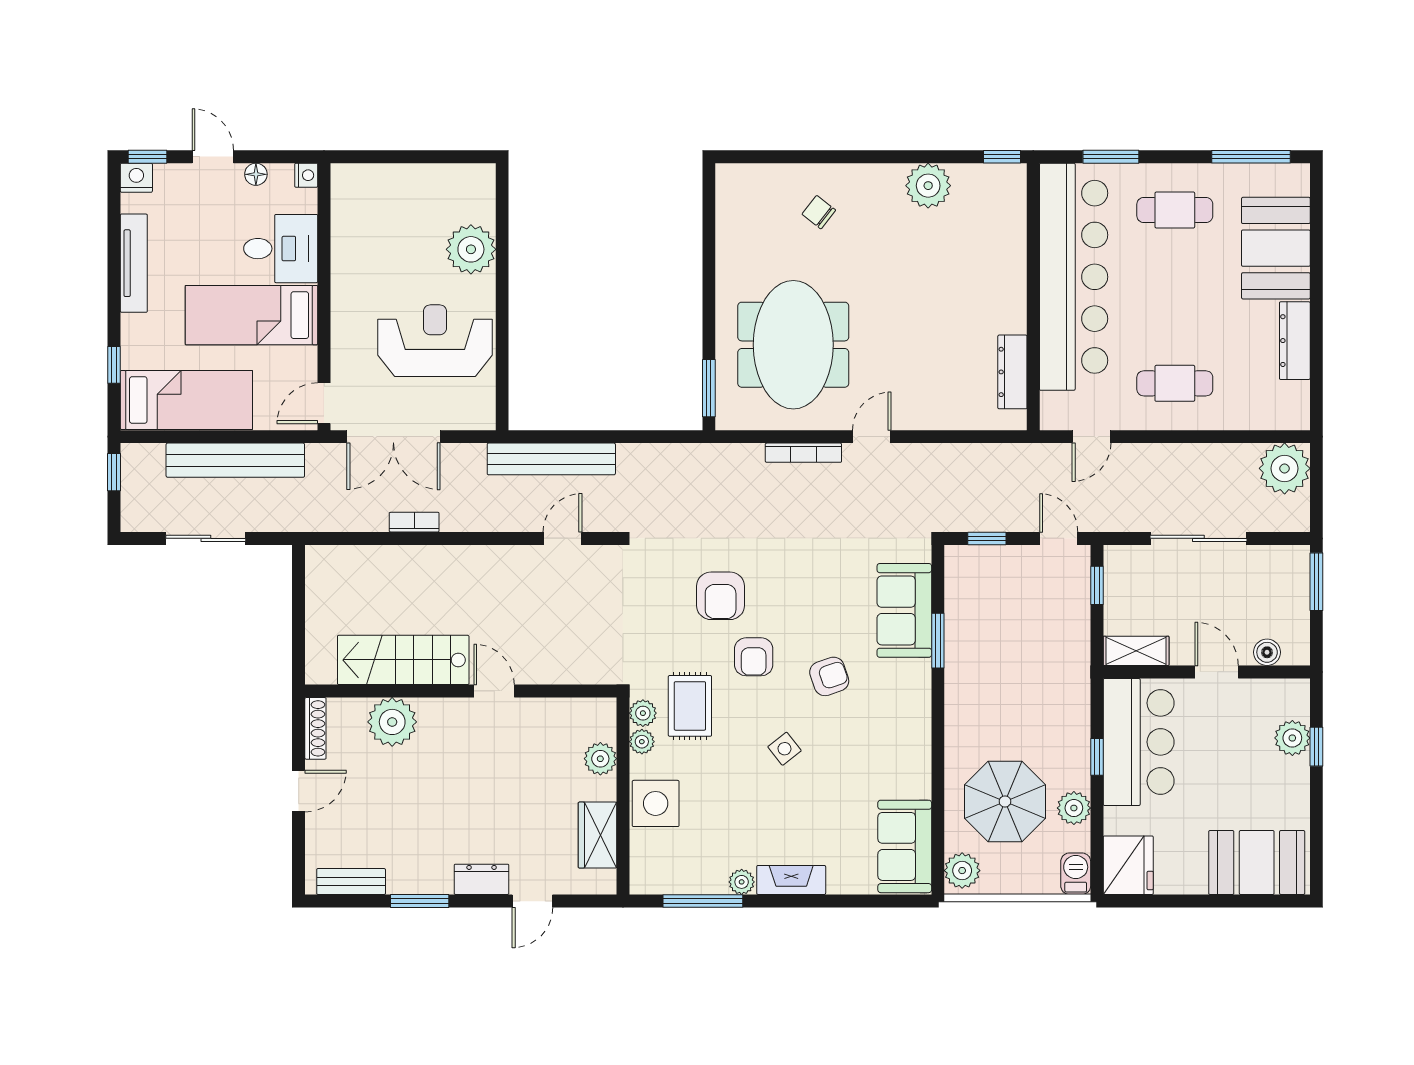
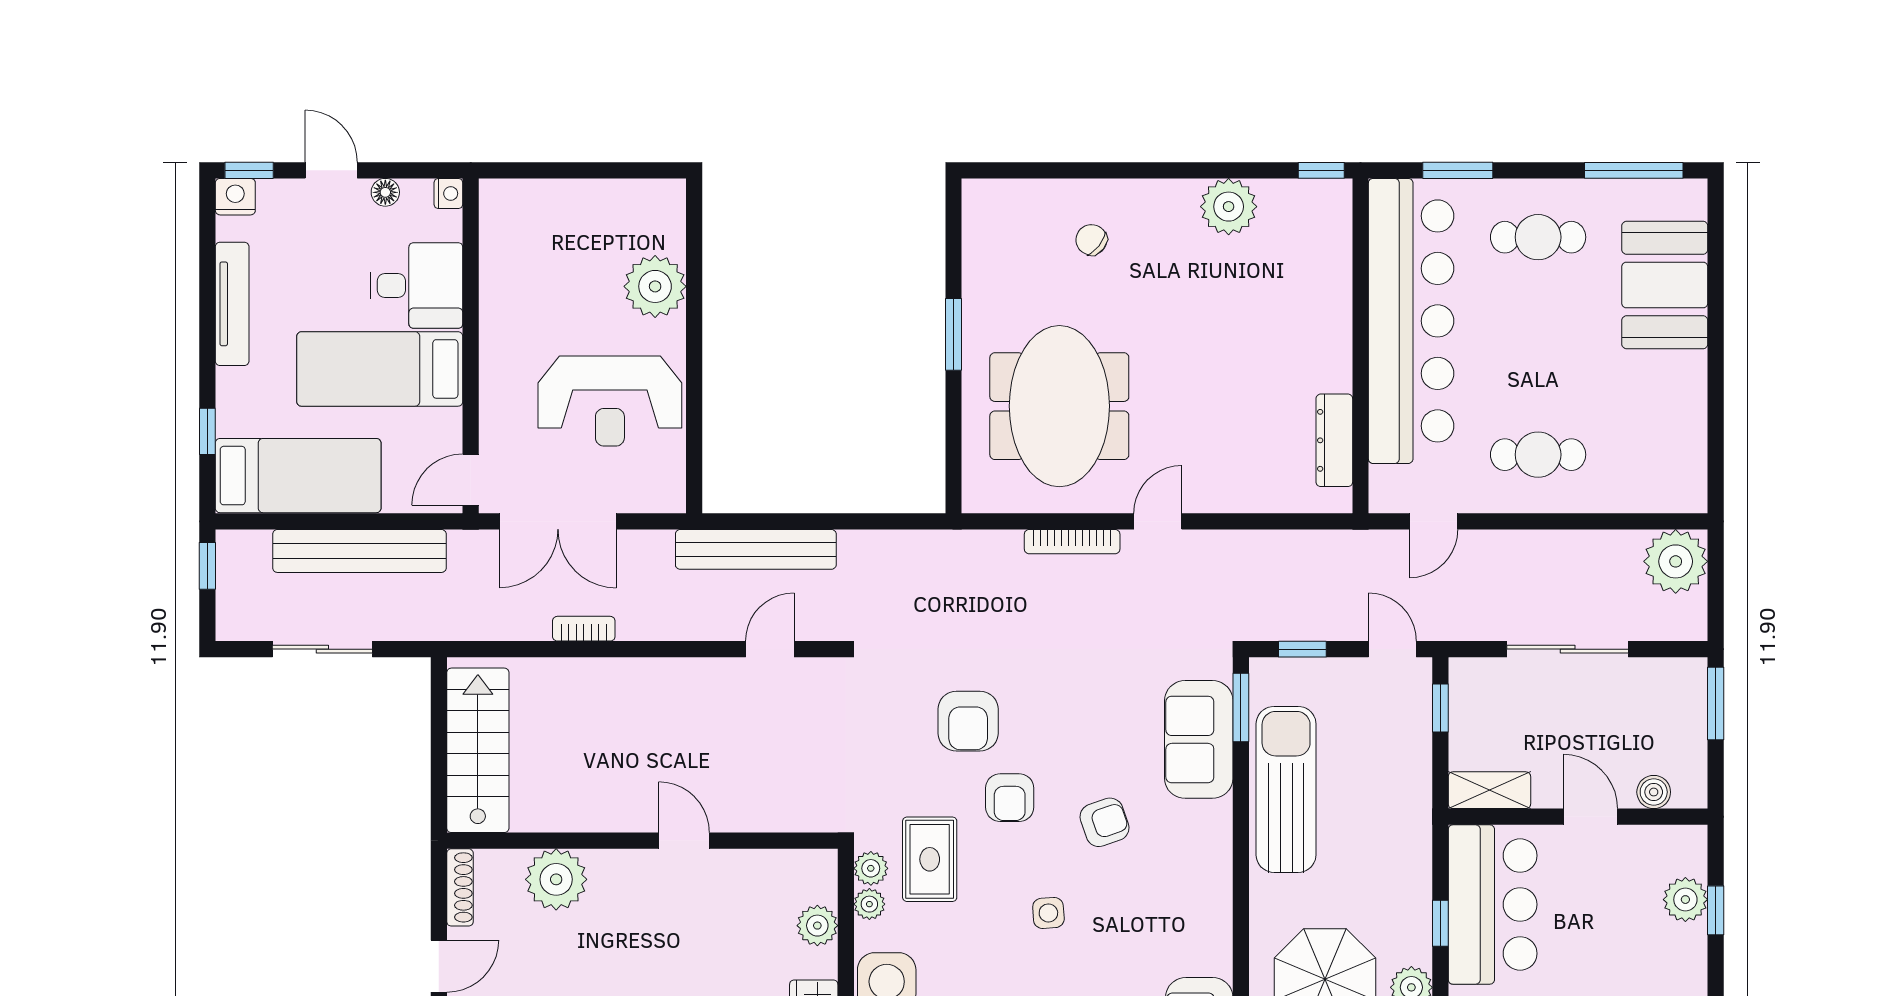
reception desk: (435, 341) -> (610, 401), turned 180
dresser: (1295, 341) -> (1689, 401), removed
window: (709, 388) -> (954, 334), moved
window: (938, 641) -> (1241, 708), moved
sun lounger: (974, 650) -> (1286, 789), added
stairs: (403, 660) -> (478, 750), moved, turned 90
side table: (785, 749) -> (1048, 913), turned 34

